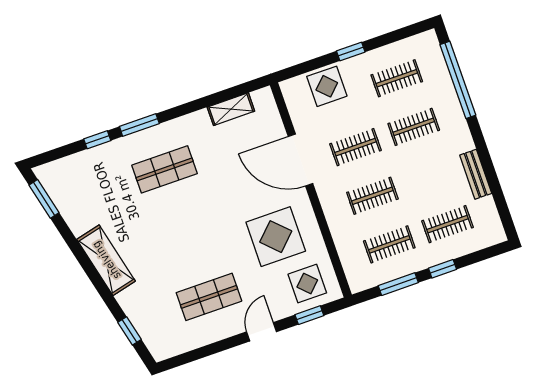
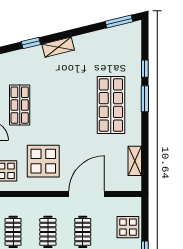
shop shelf: (165, 169) -> (111, 105), width x1.43, depth x1.36
shelving: (106, 260) -> (58, 47), width x0.67, depth x0.75
window: (129, 331) -> (31, 43), moved

